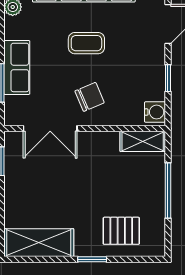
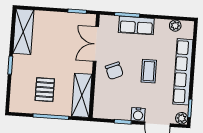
water cooler: (155, 112) -> (138, 114), moved
shelving: (143, 141) -> (82, 95), width x1.50, depth x1.33
pallet: (121, 231) -> (45, 90), moved

